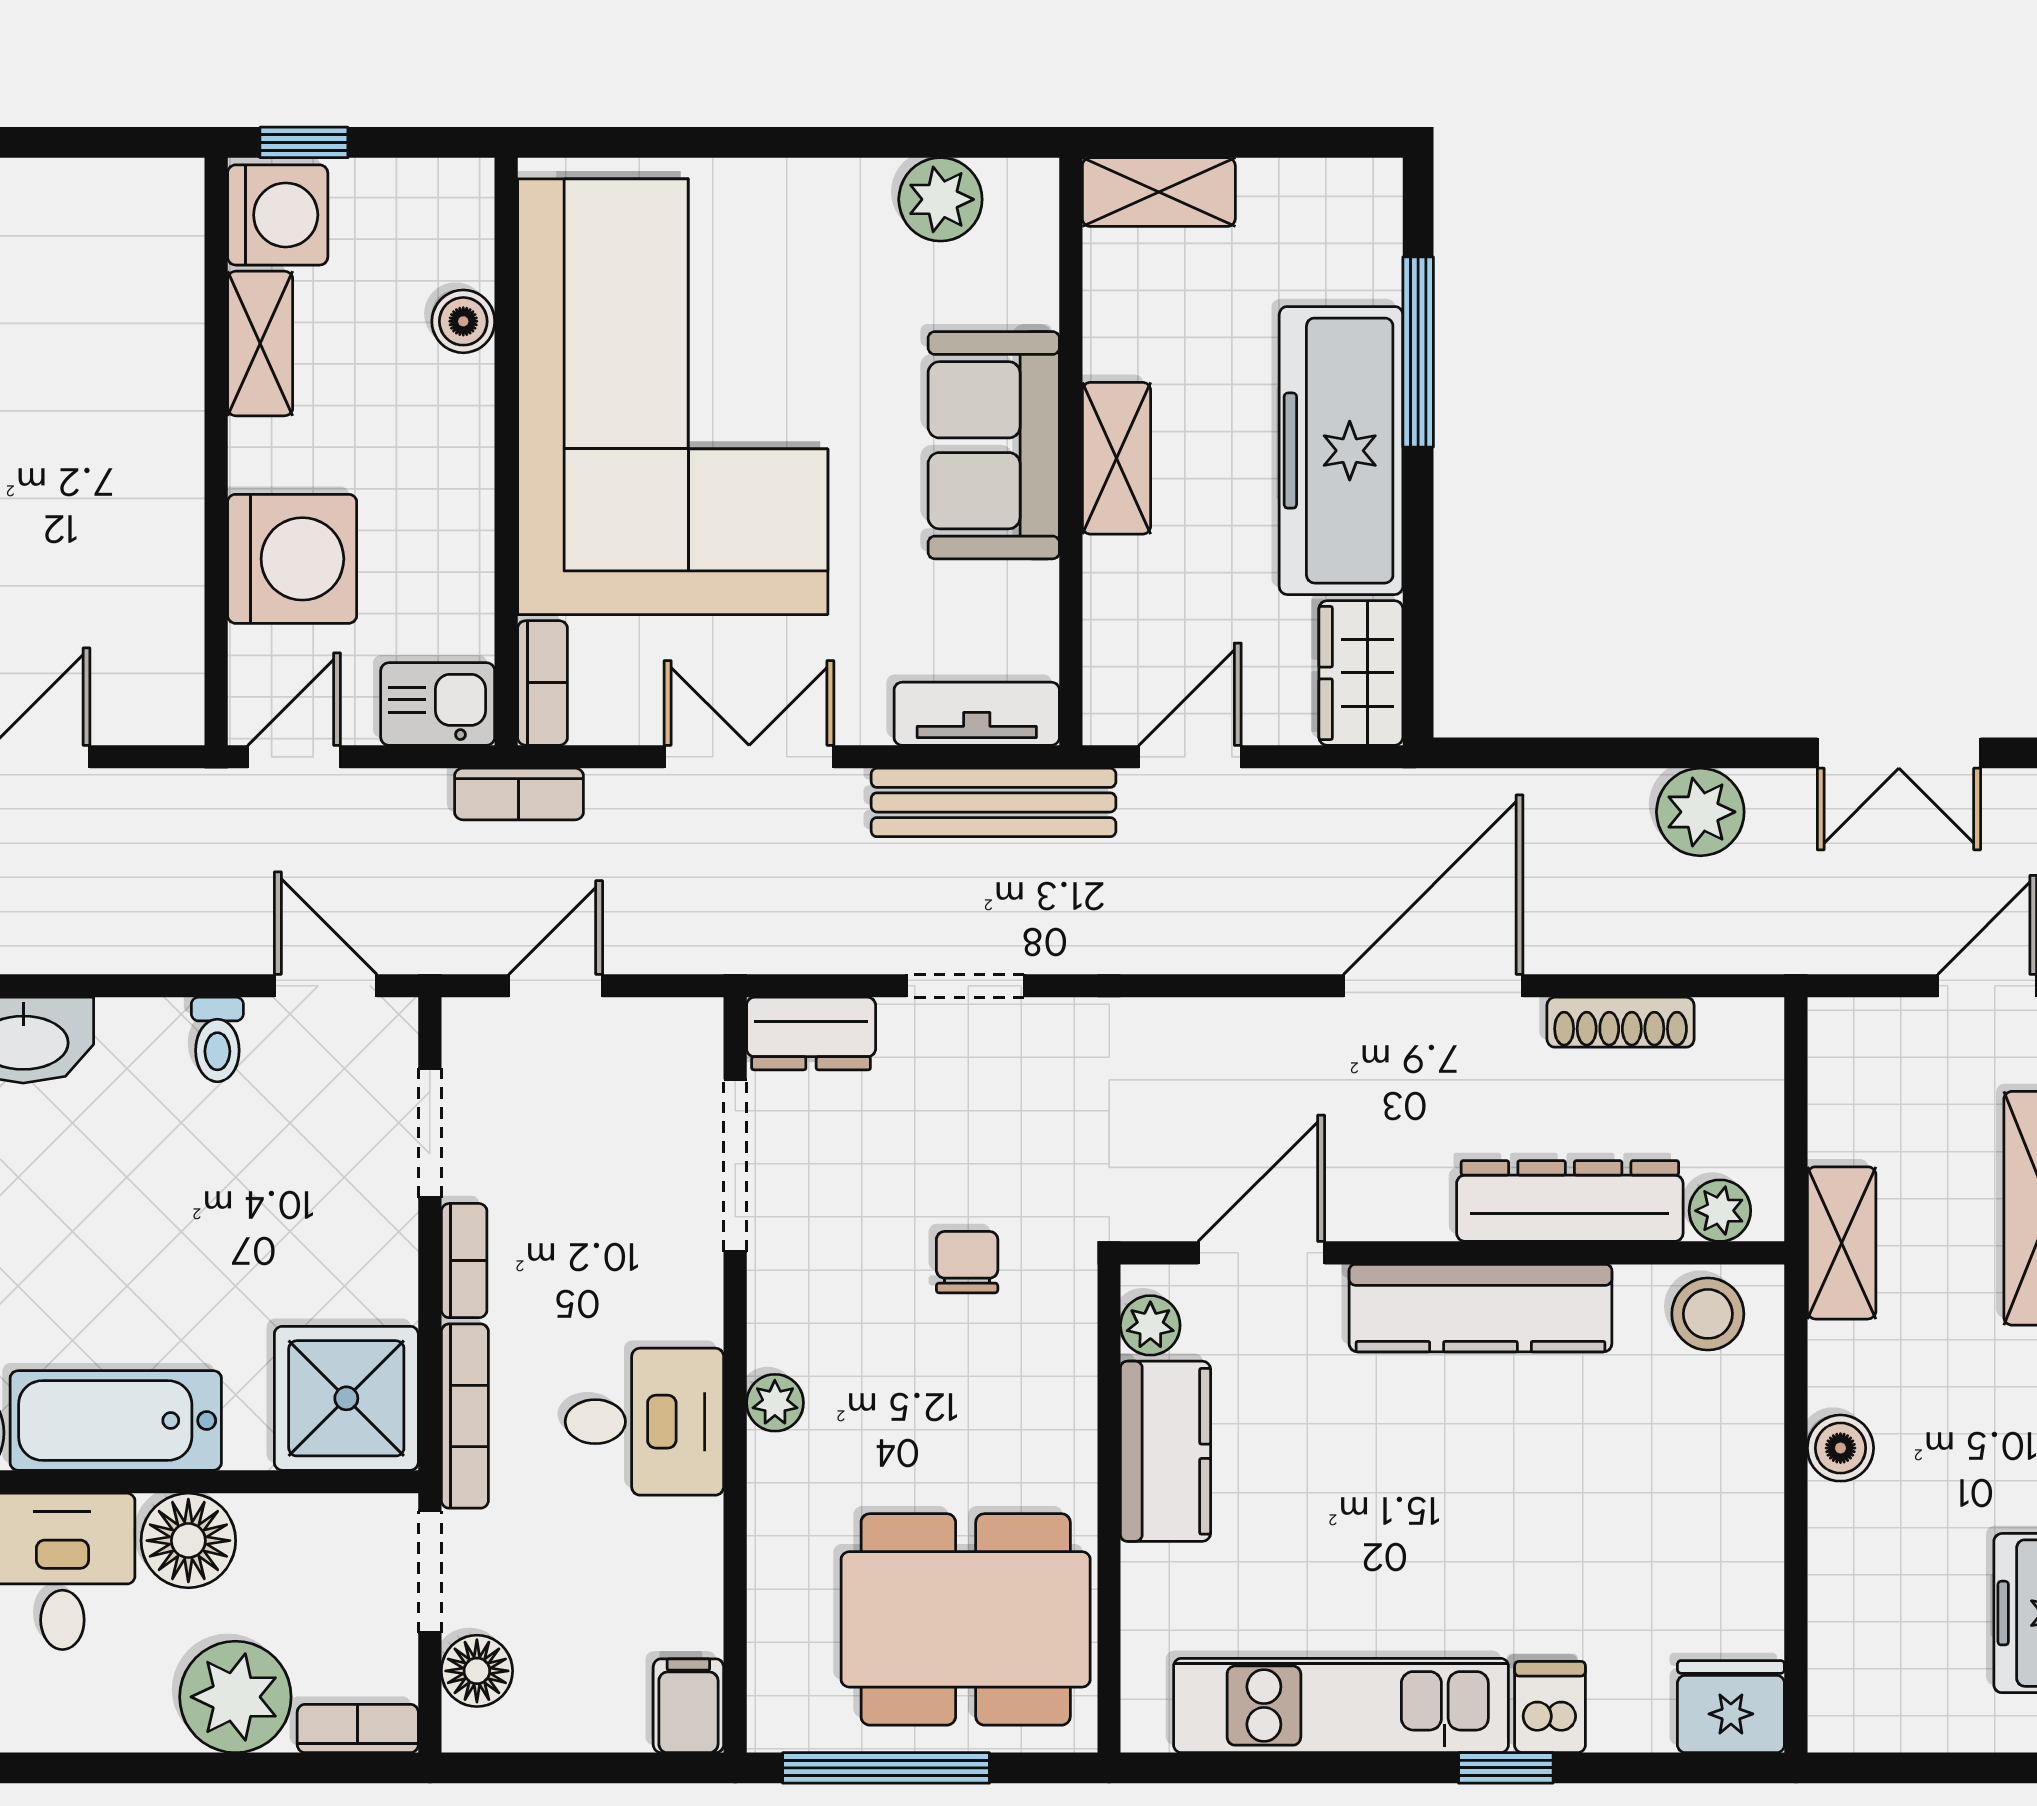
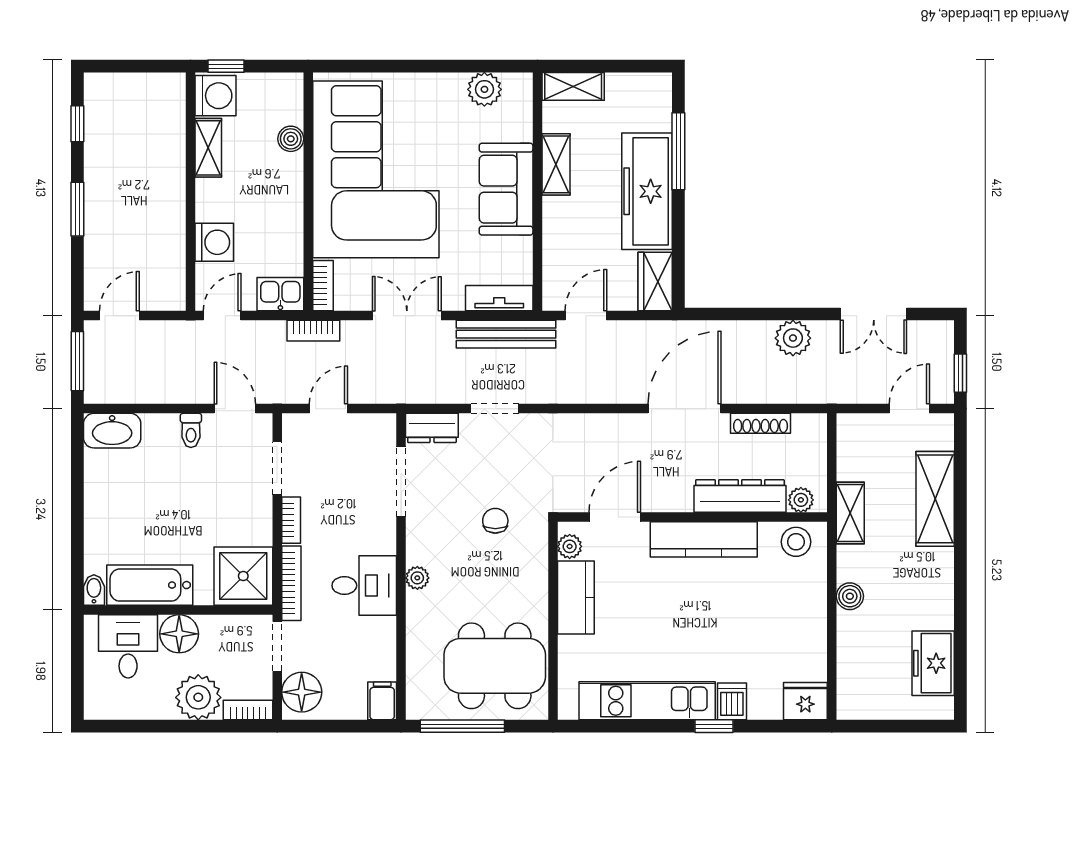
shelving: (1116, 458) -> (556, 164), moved
washing machine: (292, 559) -> (214, 242), width x0.73, depth x0.73
floor lamp: (477, 1671) -> (302, 692), width x1.38, depth x1.38

